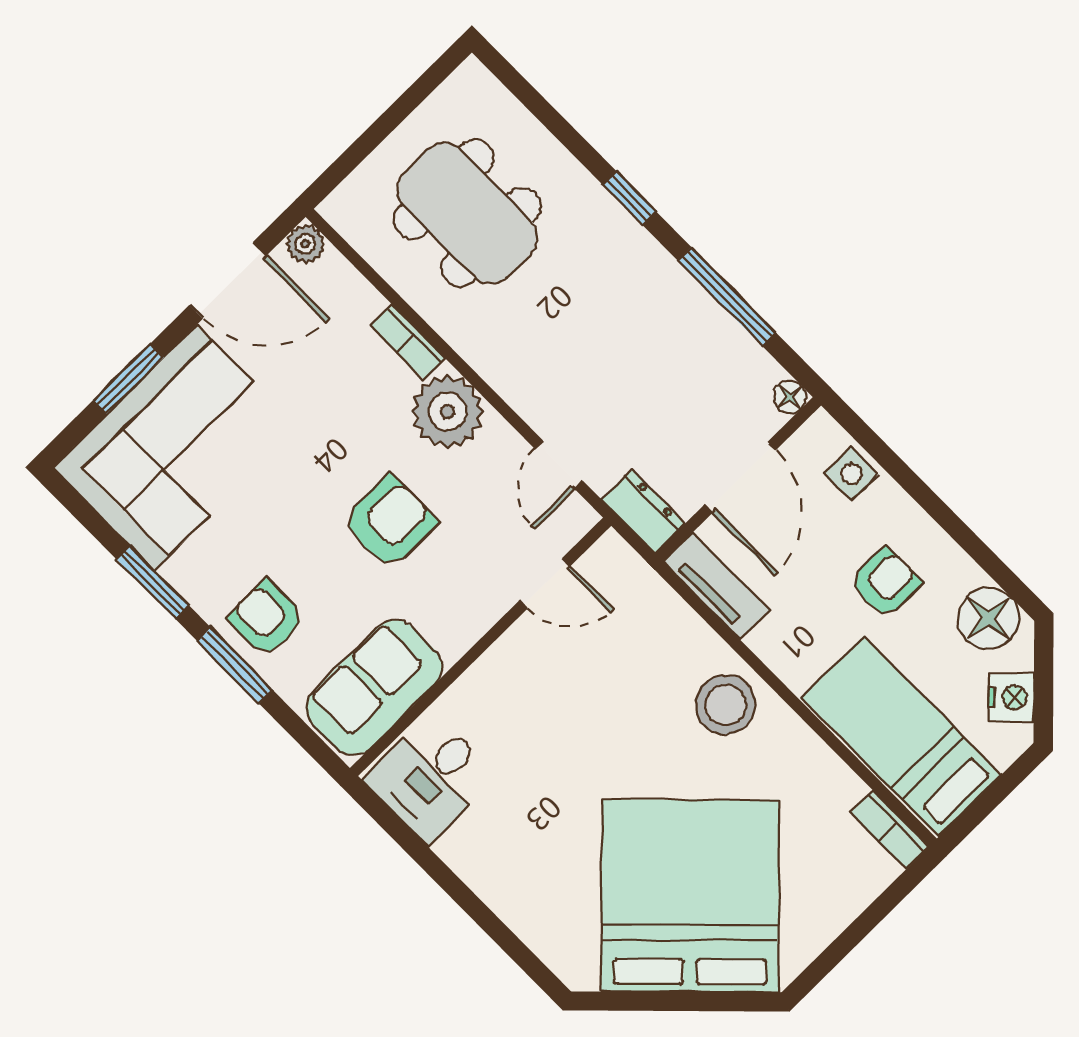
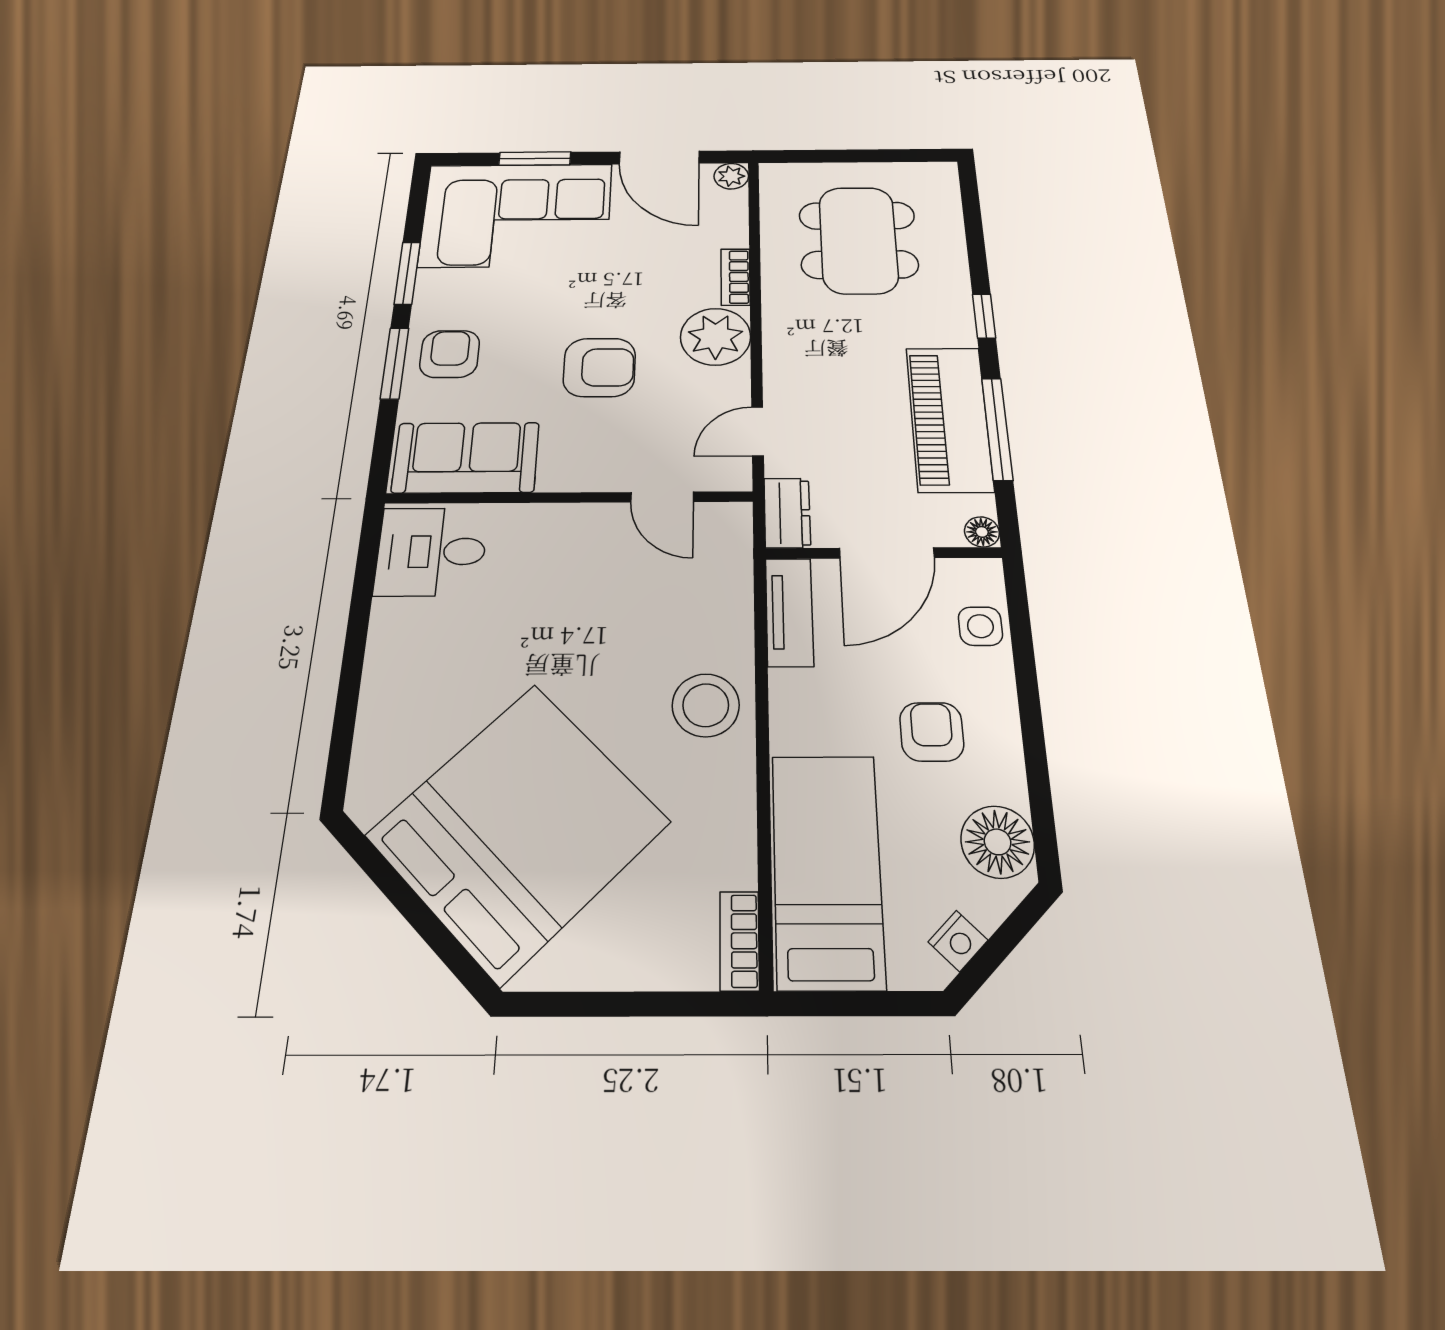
piano: (685, 321) -> (949, 419), added
armchair: (885, 583) -> (932, 732), turned -90
nightstand: (1011, 698) -> (958, 941), width x0.72, depth x0.74

